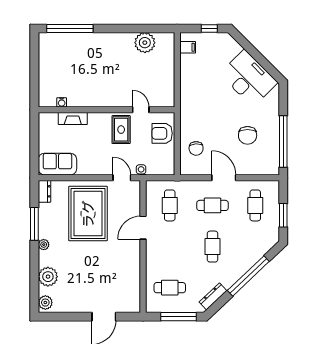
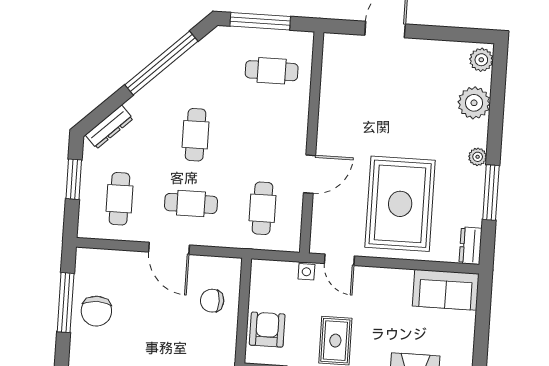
armchair: (162, 133) -> (267, 330), turned -90
chair: (248, 135) -> (96, 311), moved, turned 180
window: (283, 141) -> (66, 303), width x0.68
chair: (196, 148) -> (212, 301), turned -87
window: (248, 276) -> (161, 63), moved
dresser: (213, 296) -> (109, 127), moved

